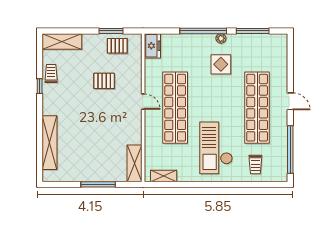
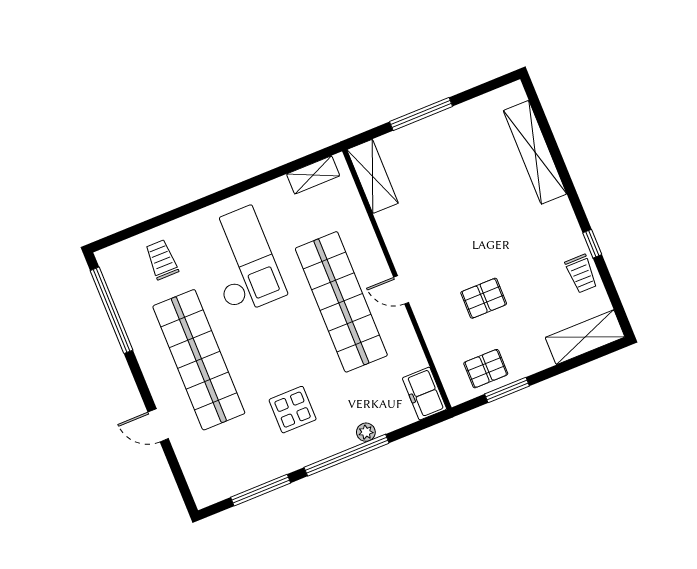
plant: (221, 38) -> (366, 432), moved
door: (290, 101) -> (158, 425), moved

